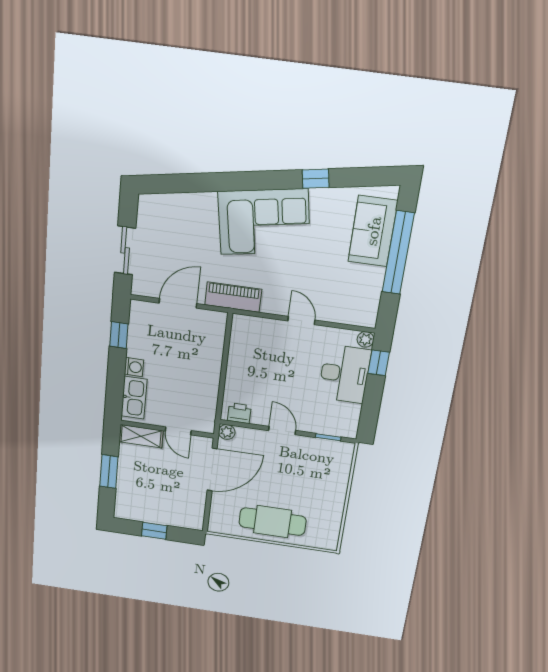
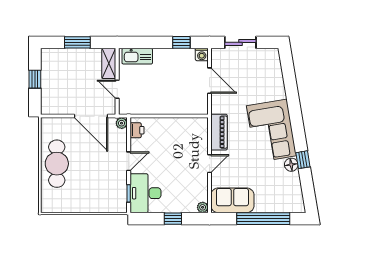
floor lamp: (321, 198) -> (291, 165), added
sofa: (373, 231) -> (232, 200), moved
piano: (233, 297) -> (219, 132), moved
window: (379, 363) -> (173, 219), moved
washing machine: (134, 367) -> (202, 54), moved
desk: (345, 374) -> (145, 193), moved, turned 90
door: (178, 431) -> (117, 89), hinge flipped

